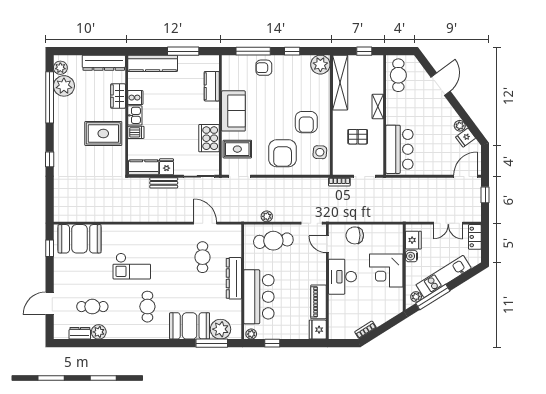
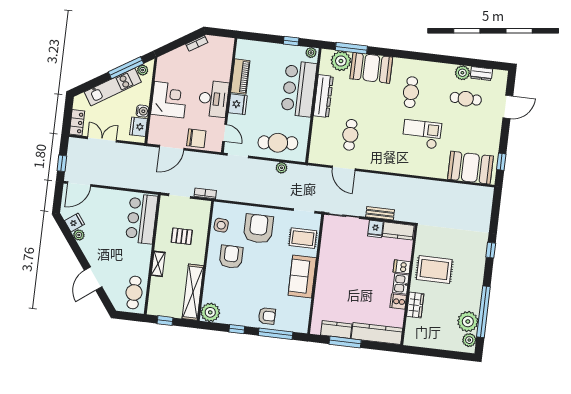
dresser: (104, 63) -> (425, 340), removed
kitchen counter: (212, 86) -> (336, 330), moved, turned -90
cooker: (209, 138) -> (330, 252), removed
door: (378, 223) -> (172, 148), added
dresser: (234, 278) -> (323, 96), moved
fridge: (318, 330) -> (238, 104), moved

